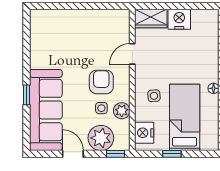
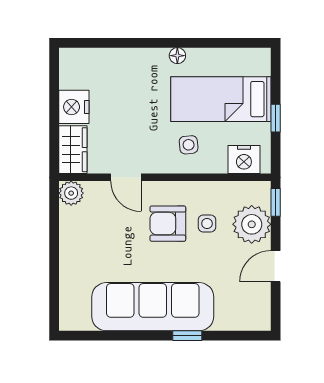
sofa: (46, 110) -> (153, 307), moved
plant: (122, 111) -> (71, 193), moved

